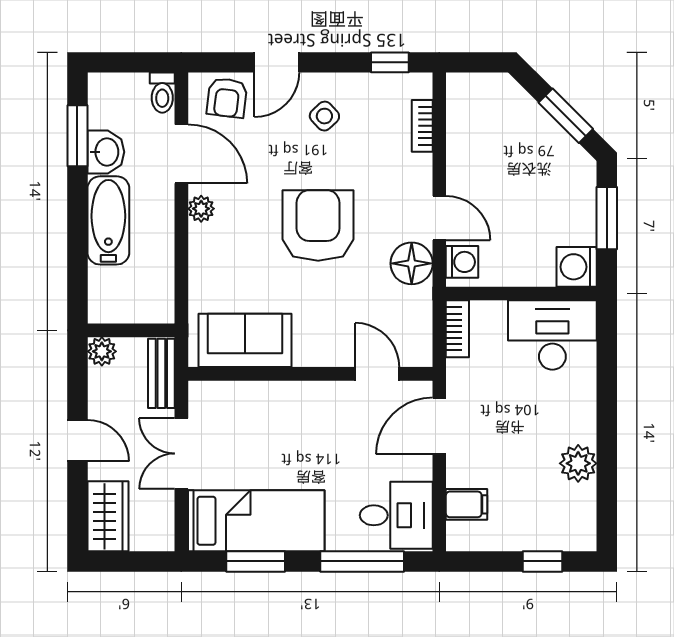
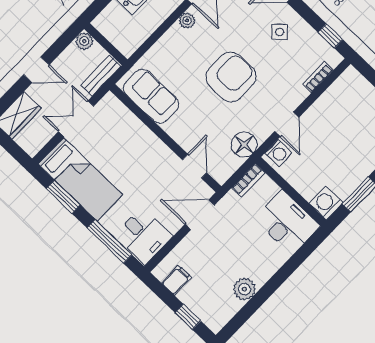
floor lamp: (412, 263) -> (244, 145), moved
door: (77, 441) -> (36, 70), hinge flipped
filing cabinet: (467, 504) -> (177, 280), moved, turned -90

